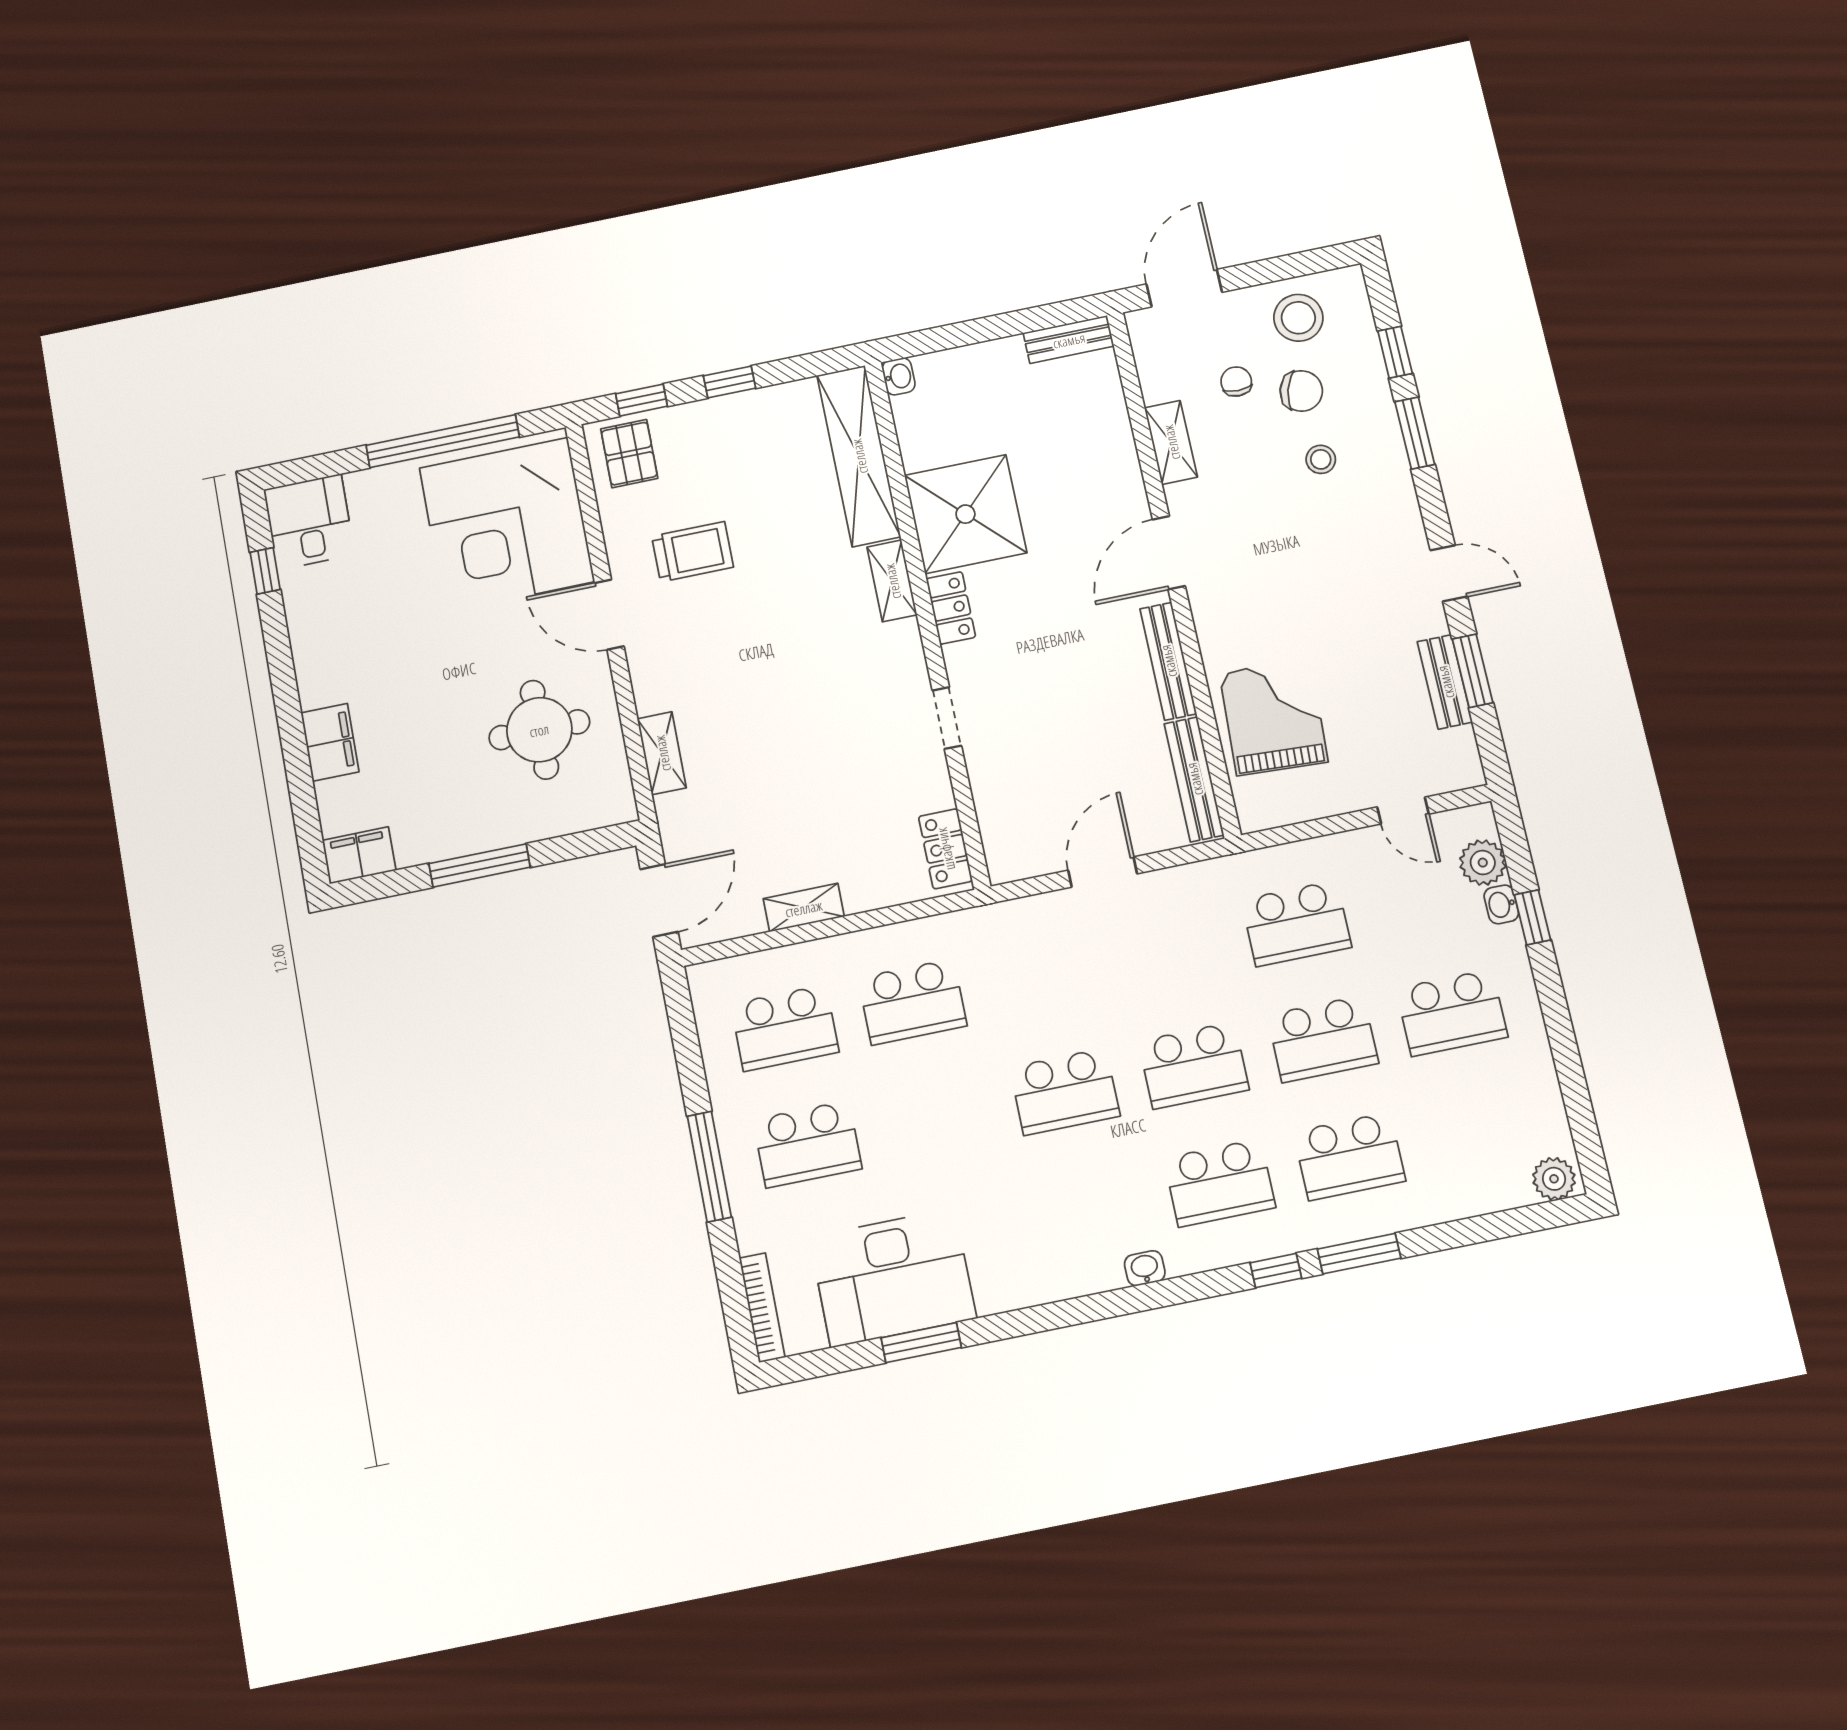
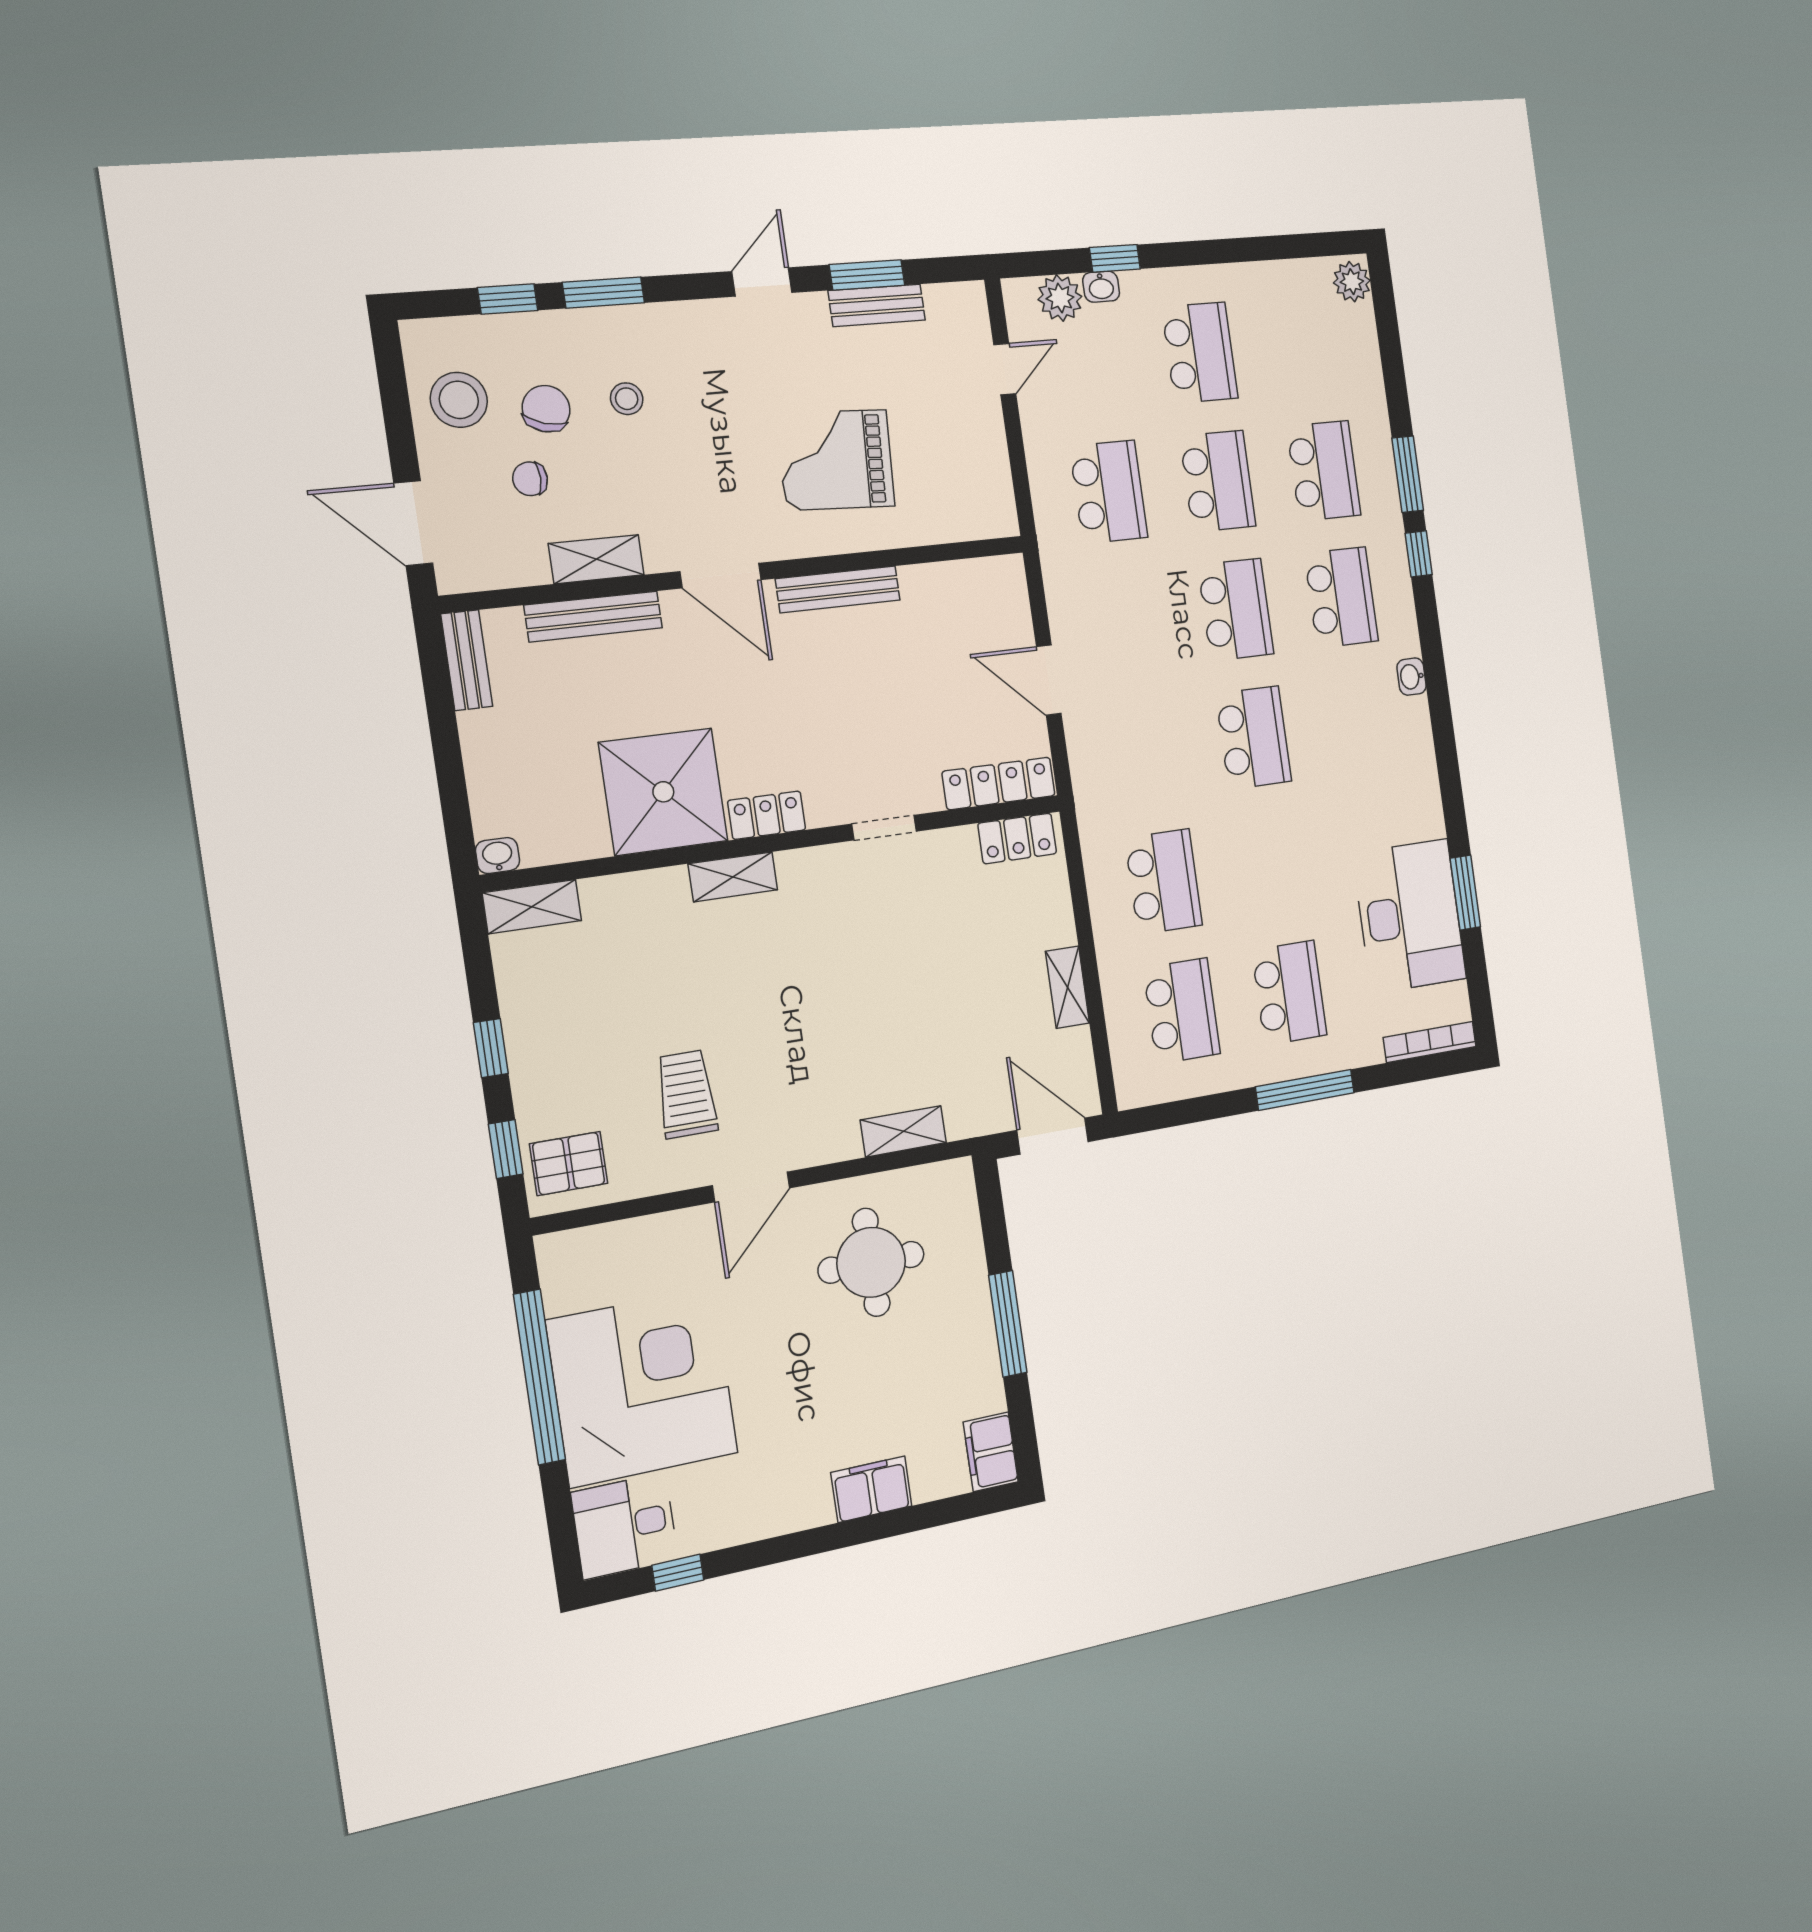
shelving: (859, 456) -> (532, 907), width x0.45, depth x0.75
corner desk: (507, 525) -> (642, 1387), moved, turned -90
grand piano: (1274, 717) -> (836, 460), moved
bench: (1194, 779) -> (593, 616), moved
locker: (997, 827) -> (999, 783), added

